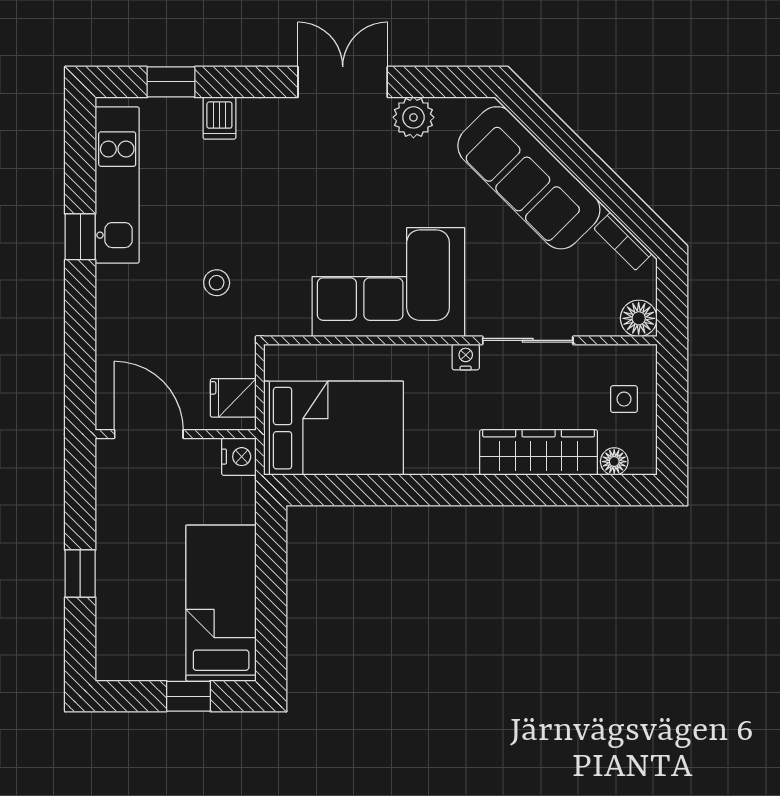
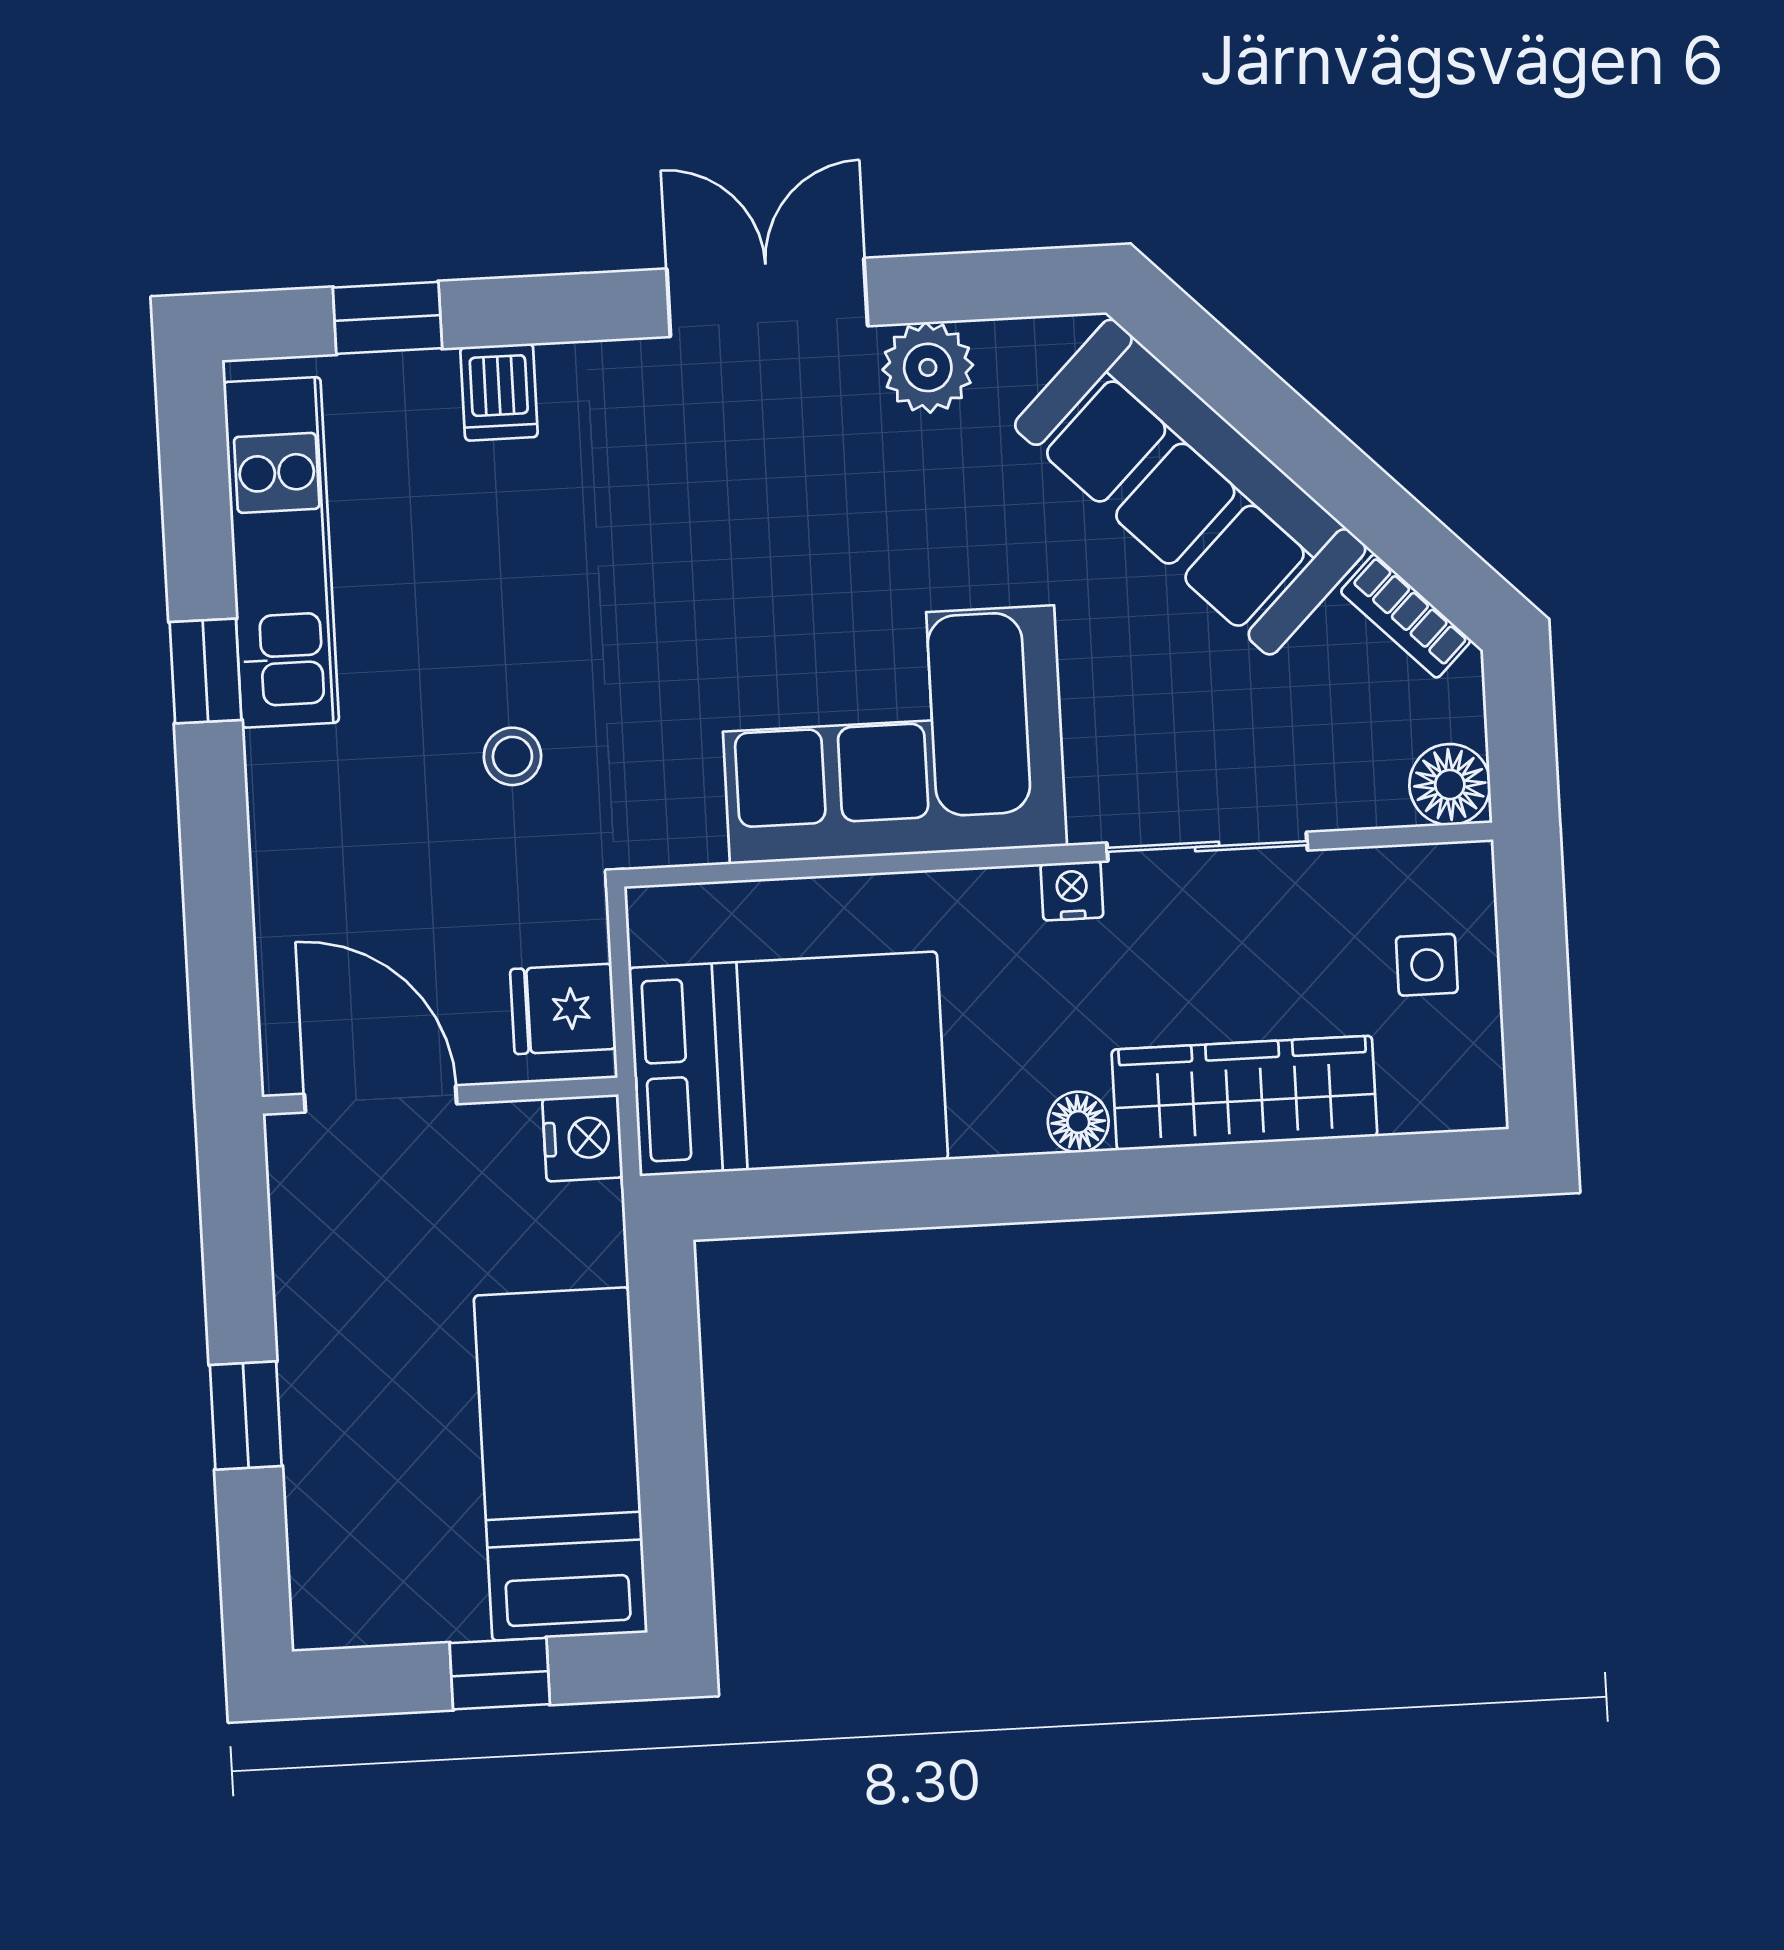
floor lamp: (614, 462) -> (1078, 1122), moved

